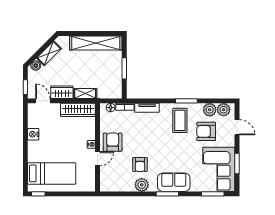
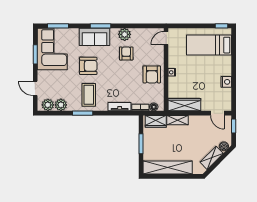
wardrobe: (62, 92) -> (156, 121), moved
armchair: (206, 131) -> (88, 66), moved
door: (97, 159) -> (166, 38), moved

